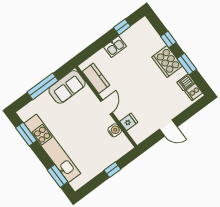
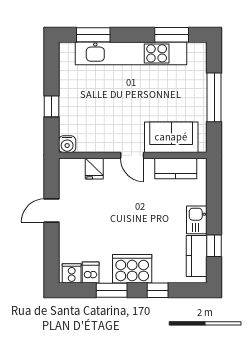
kitchen counter: (134, 32) -> (197, 256), added
sofa: (67, 87) -> (171, 137), moved, turned 90
water cooler: (115, 130) -> (67, 144), moved

